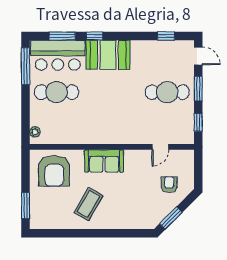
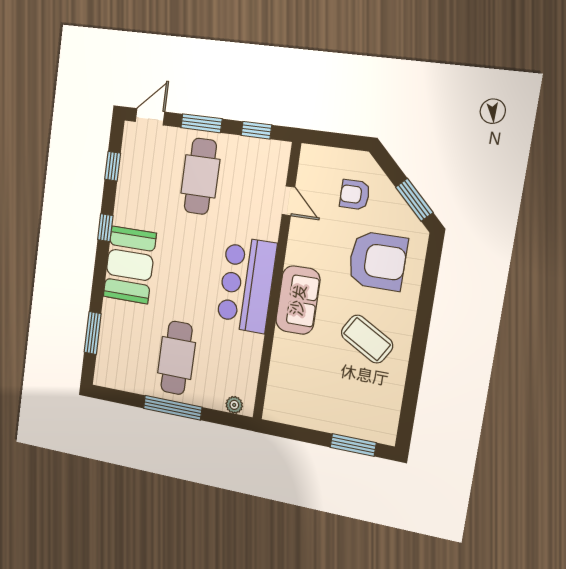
window: (95, 36) -> (105, 228), moved
bar counter: (58, 55) -> (246, 285), moved, turned 180
window: (26, 66) -> (173, 408), moved
armchair: (54, 171) -> (377, 261), moved

